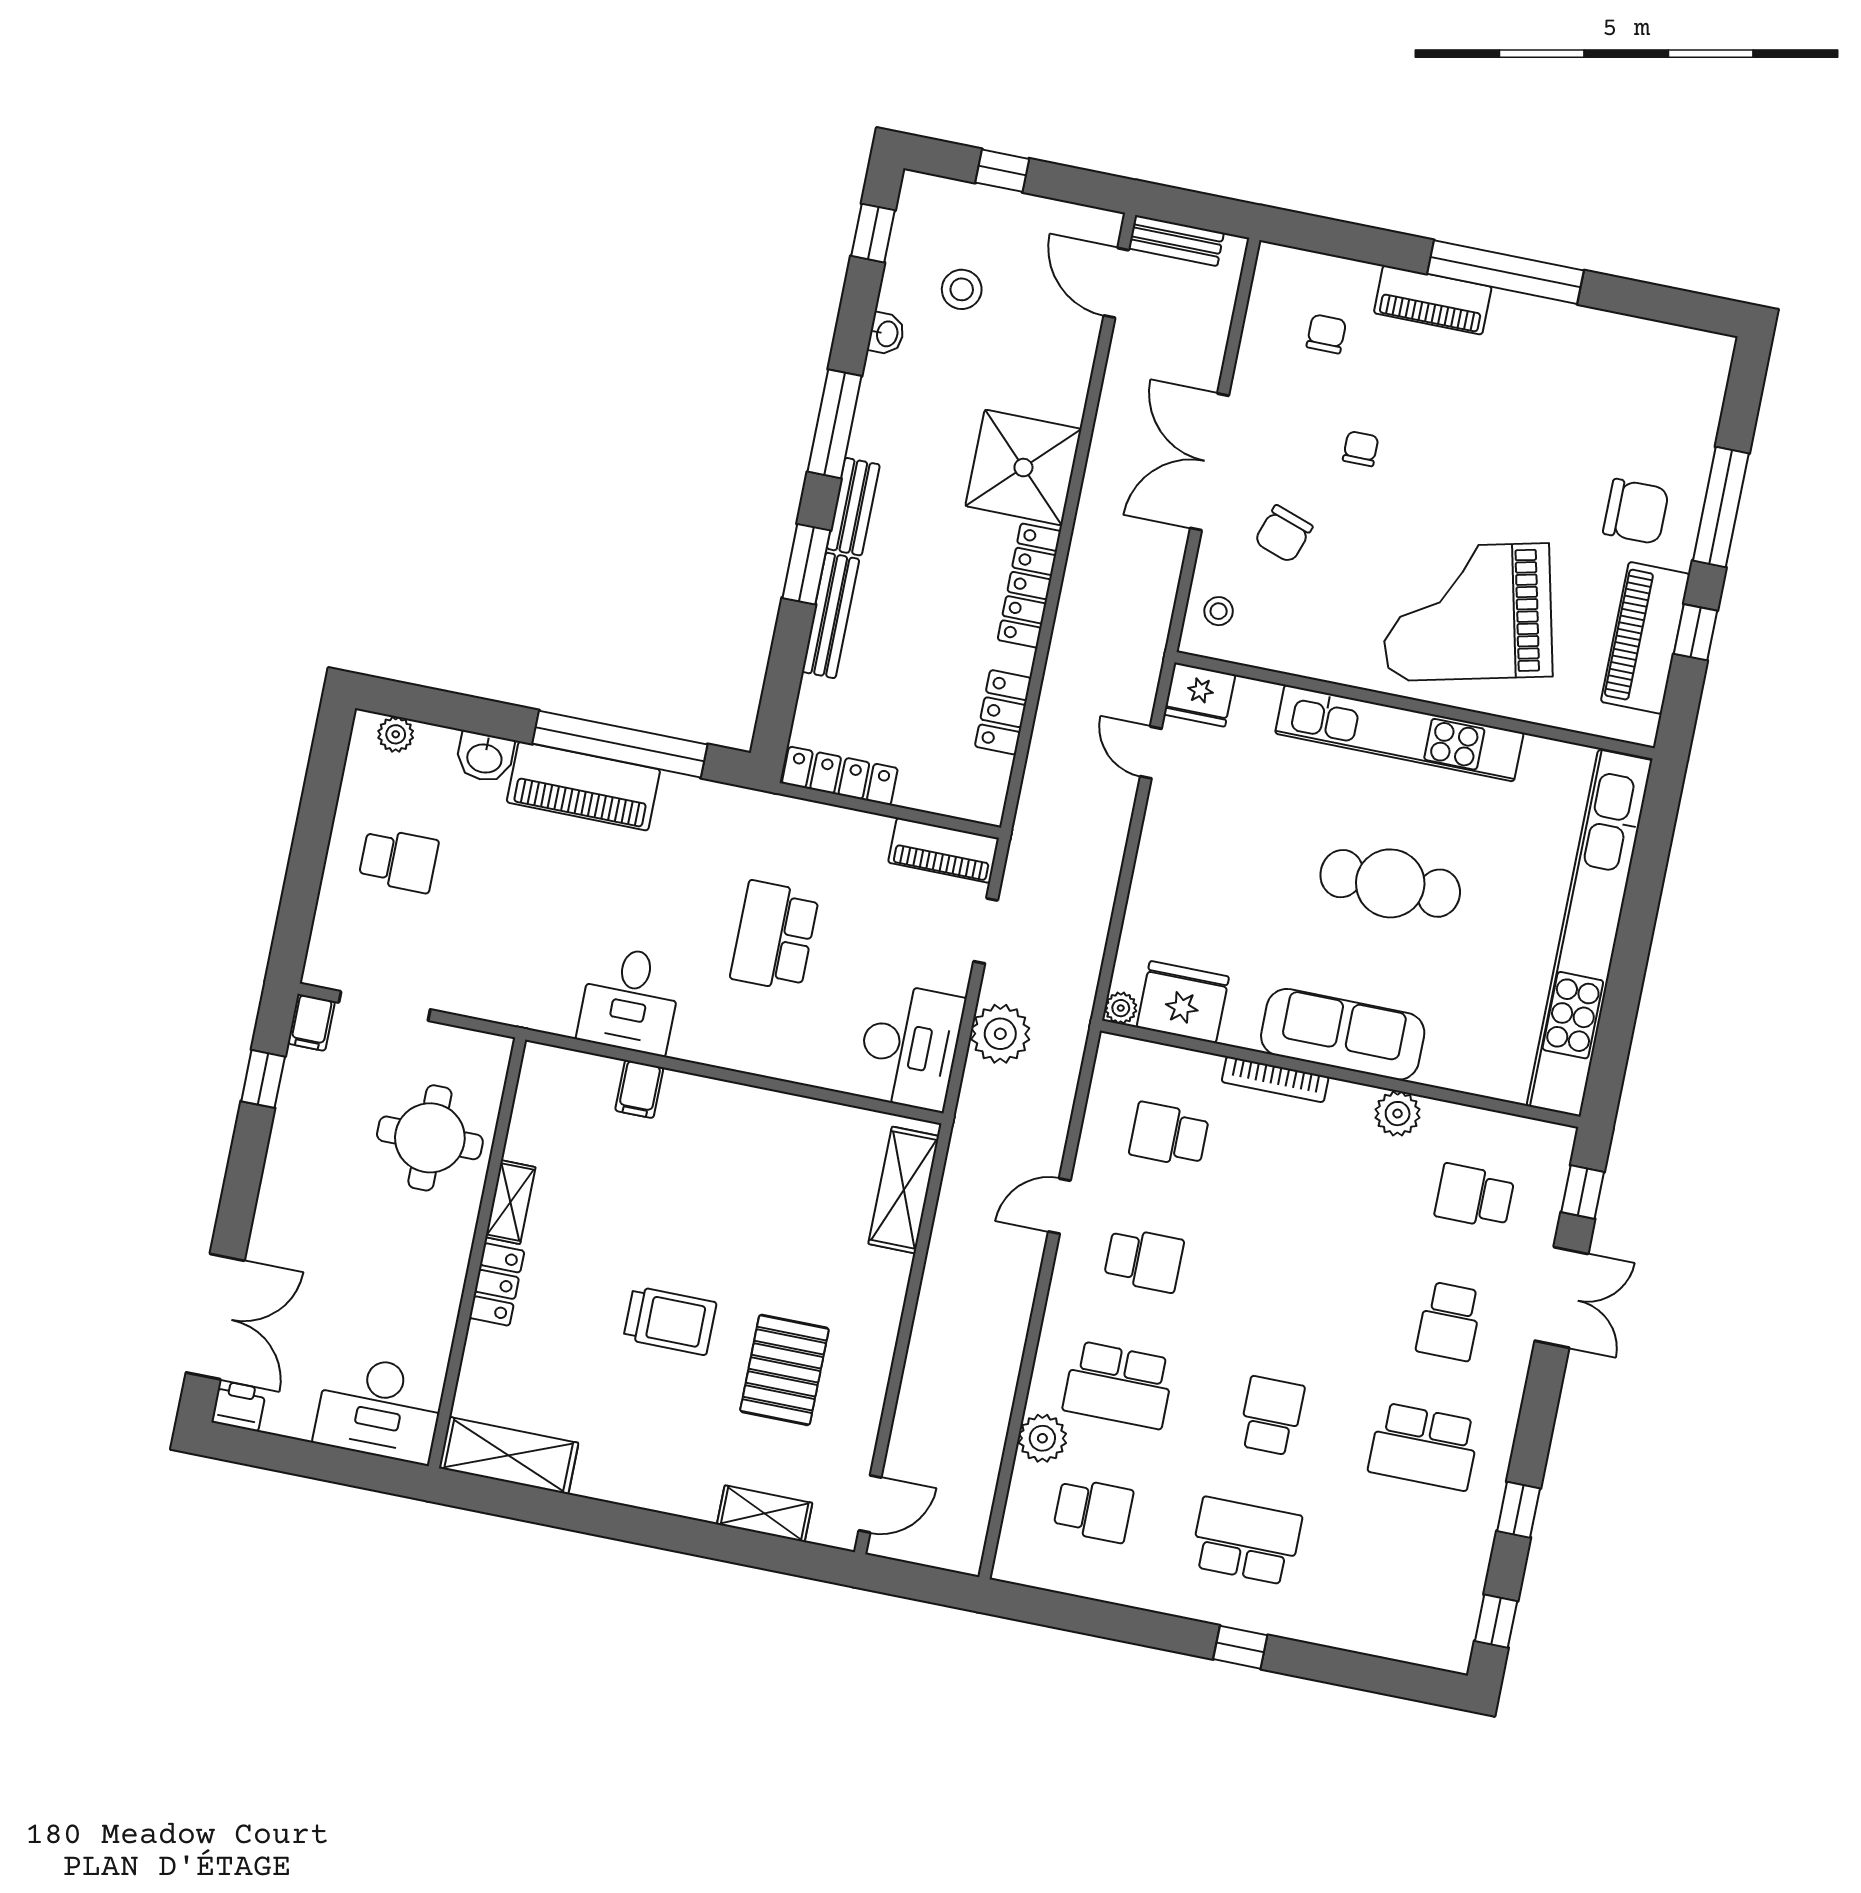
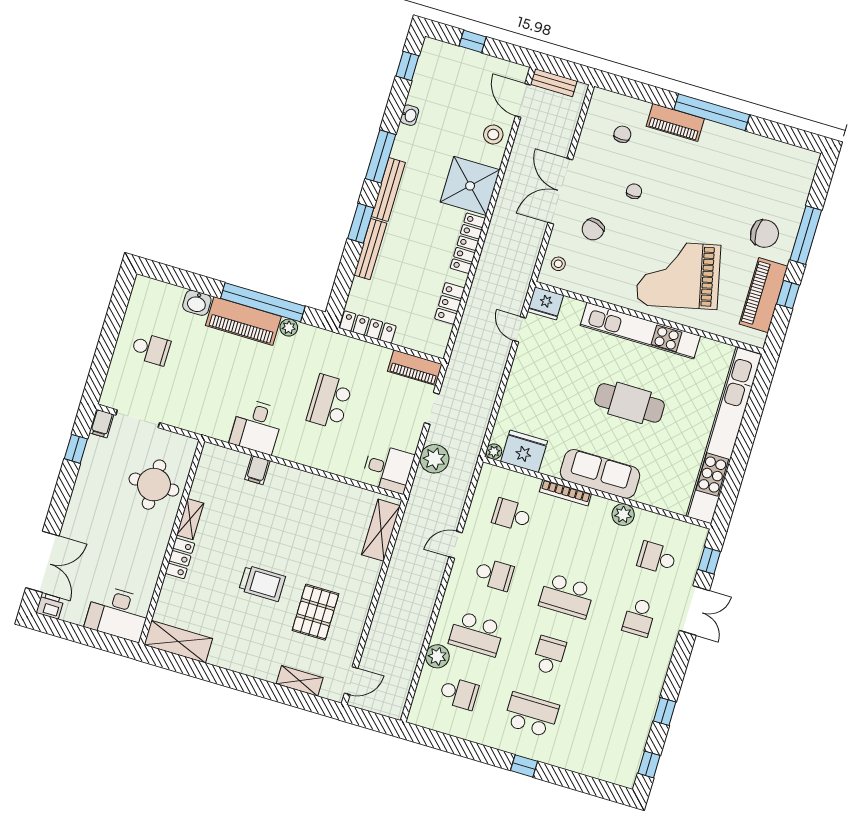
stool: (962, 289) -> (493, 134), moved
bench: (853, 507) -> (388, 190), width x1.36
plant: (396, 734) -> (289, 328), moved
desk: (910, 1047) -> (388, 469), width x0.73
school desk: (1424, 1447) -> (567, 596), moved

